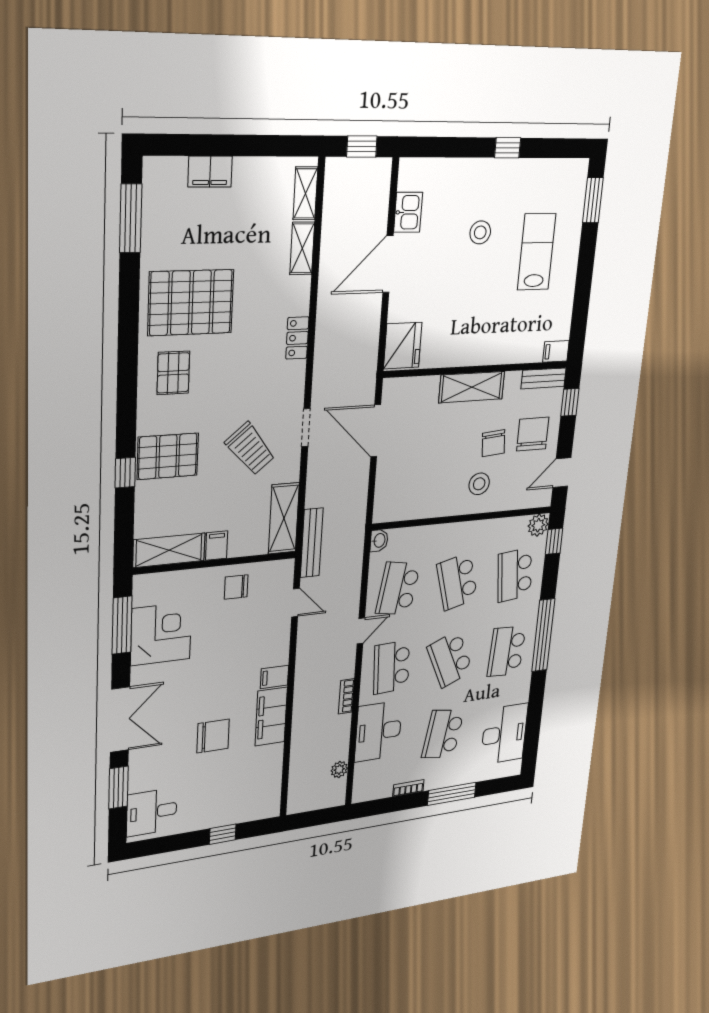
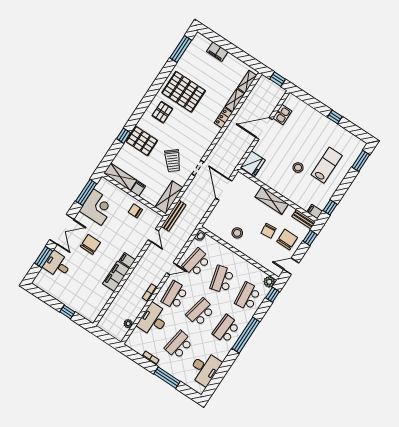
stool: (480, 232) -> (298, 168), moved
window: (579, 324) -> (330, 207), added
locker: (297, 338) -> (223, 118), moved
stool: (479, 484) -> (237, 233), moved
school desk: (450, 659) -> (200, 312), turned 36
chair: (213, 736) -> (90, 244), moved, turned -90
desk: (152, 812) -> (57, 265), moved

